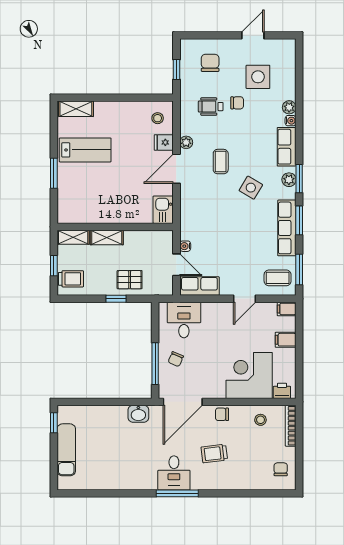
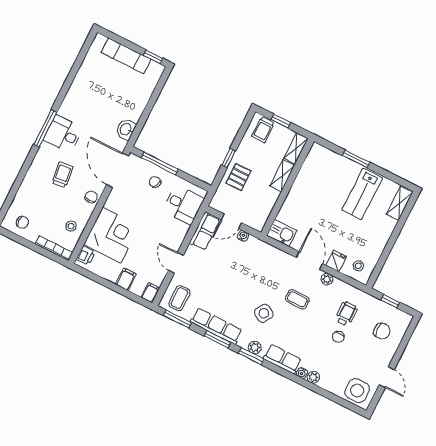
side table: (258, 77) -> (357, 391), moved

